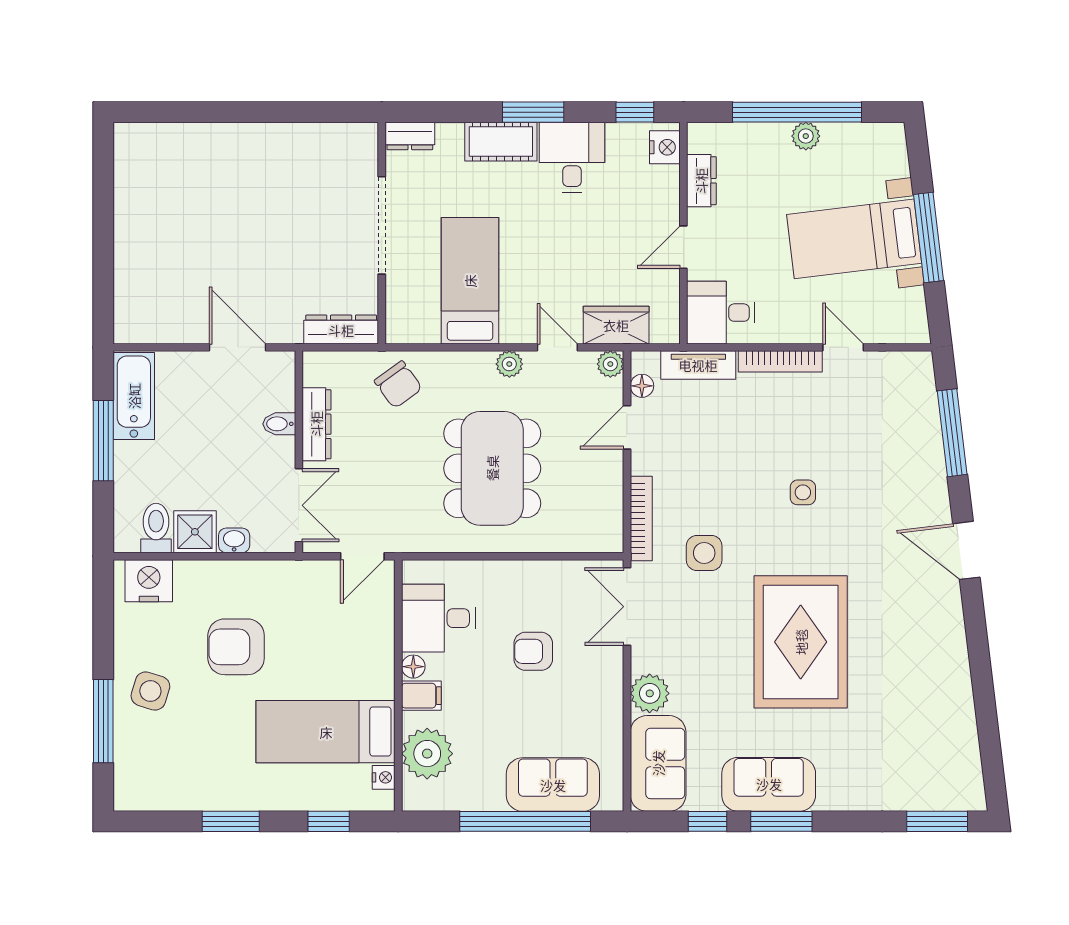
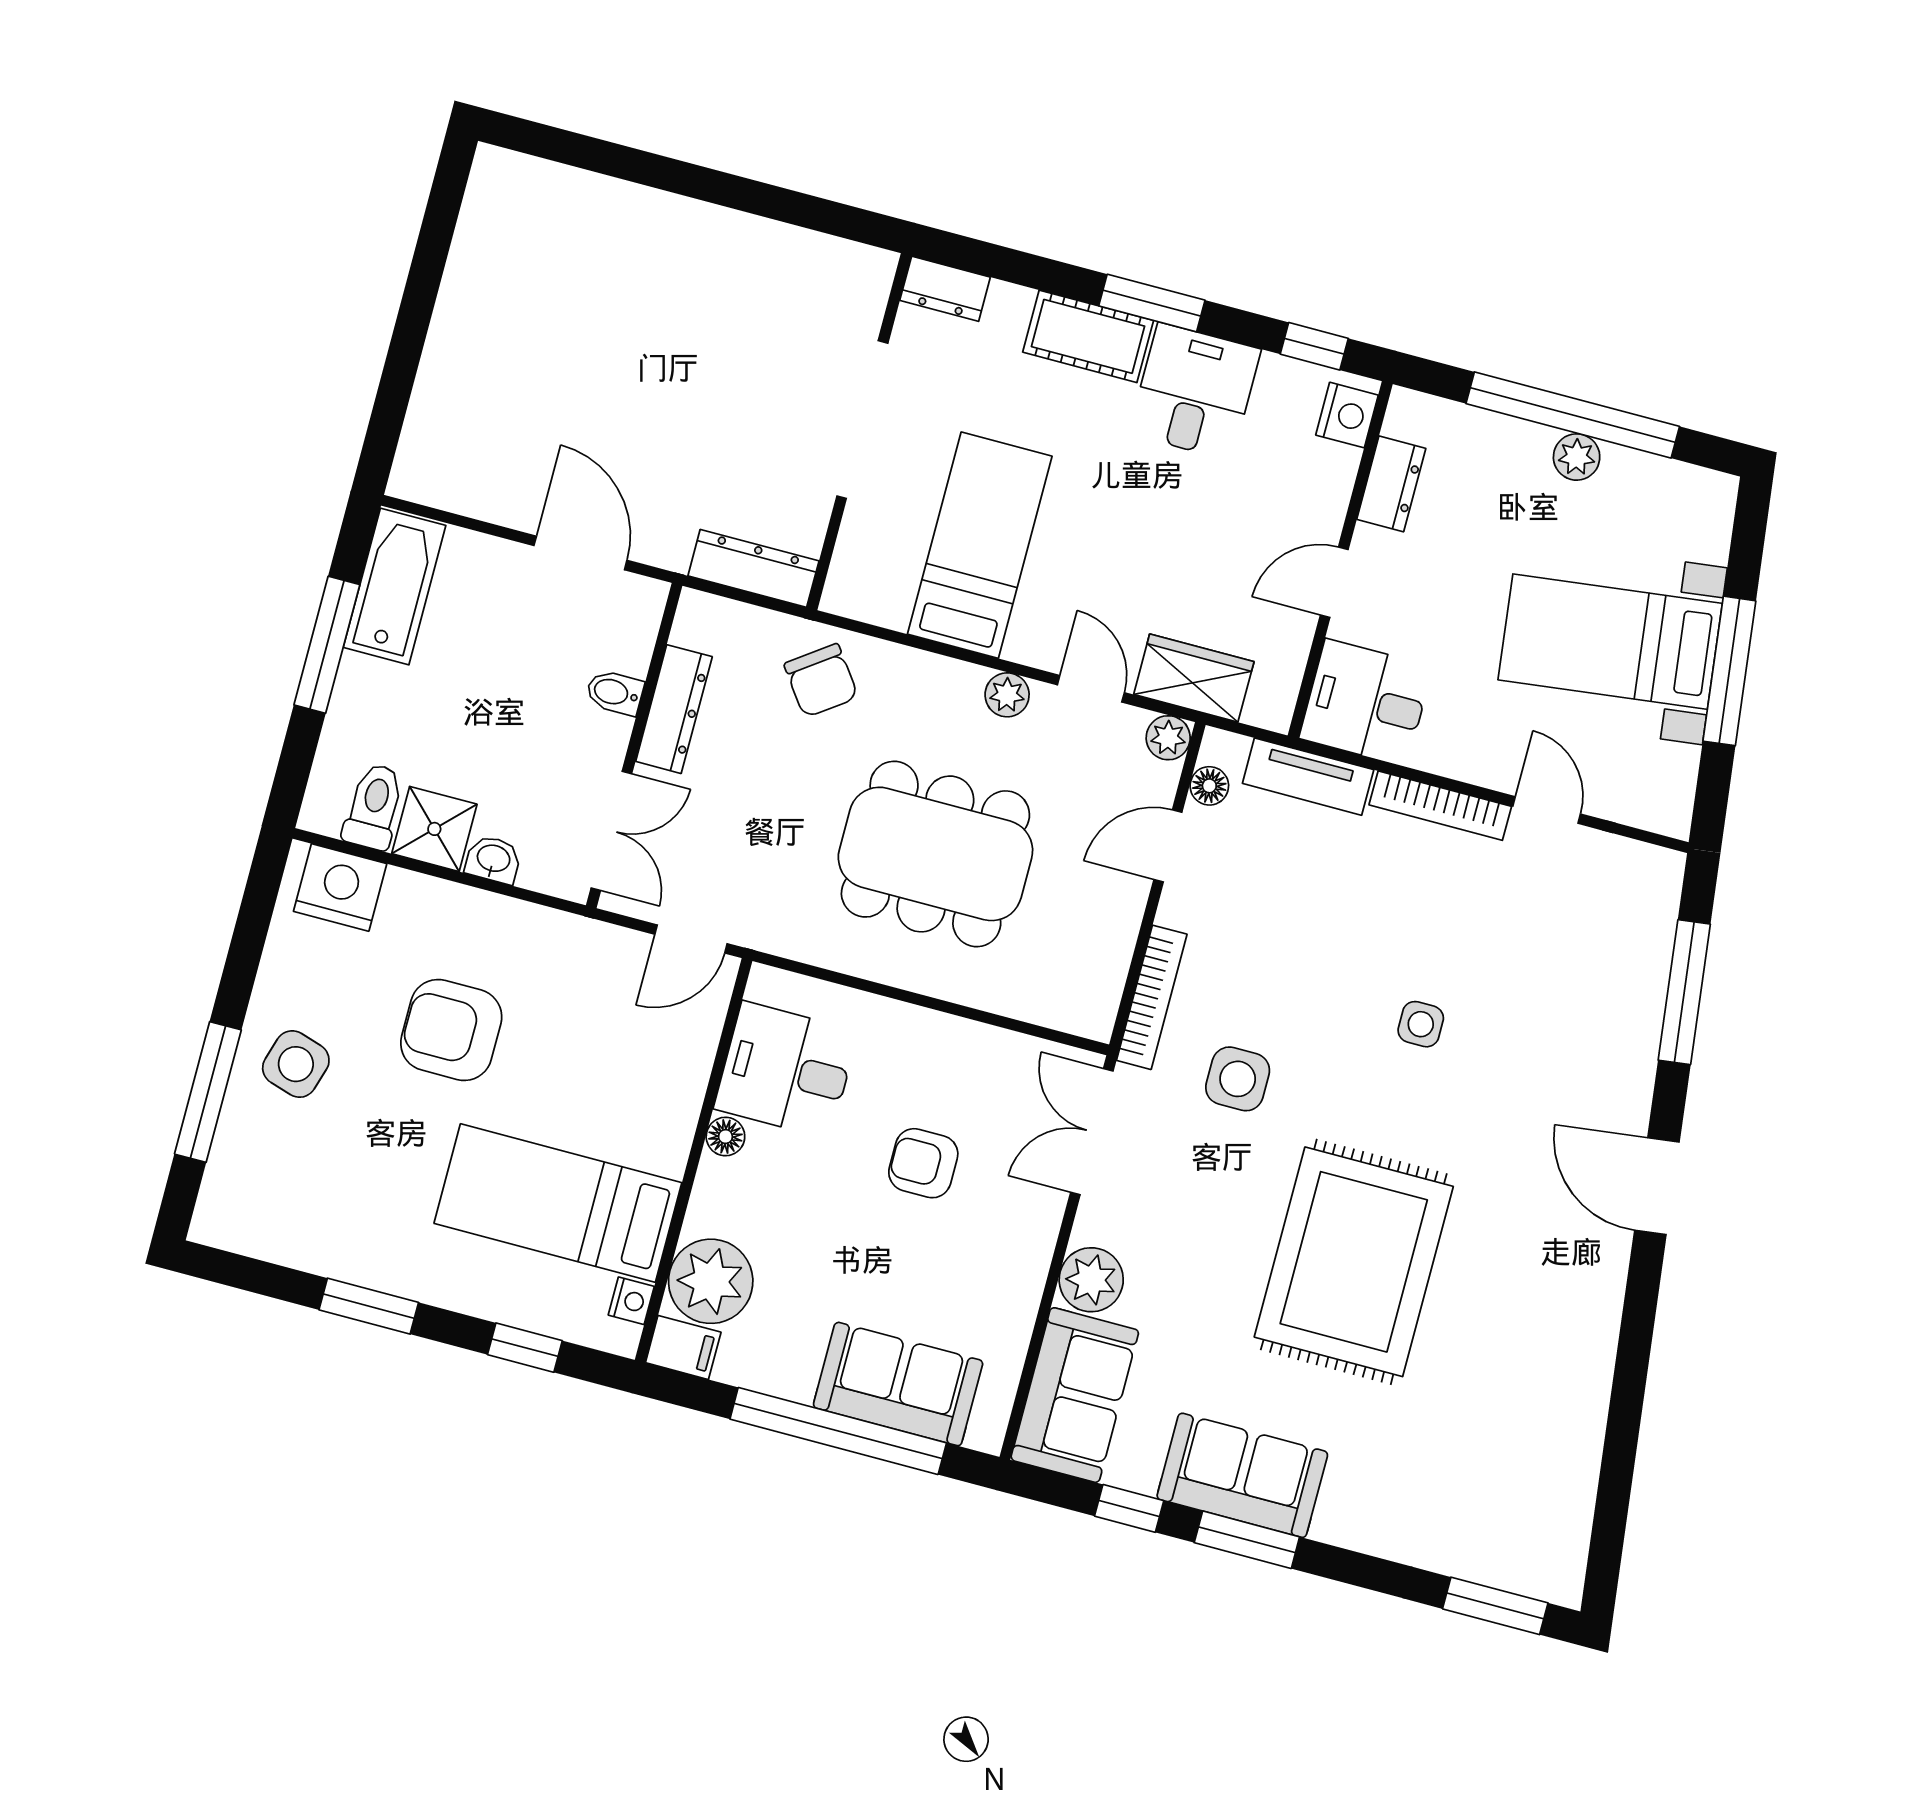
dining table: (492, 468) -> (935, 854), turned 90
filing cabinet: (421, 696) -> (683, 1347), moved

